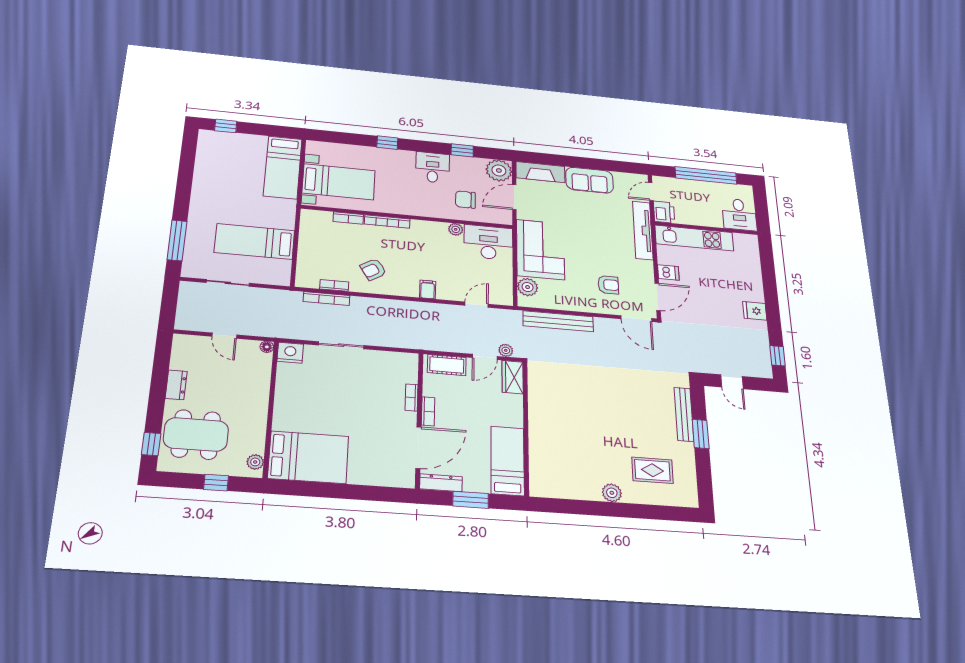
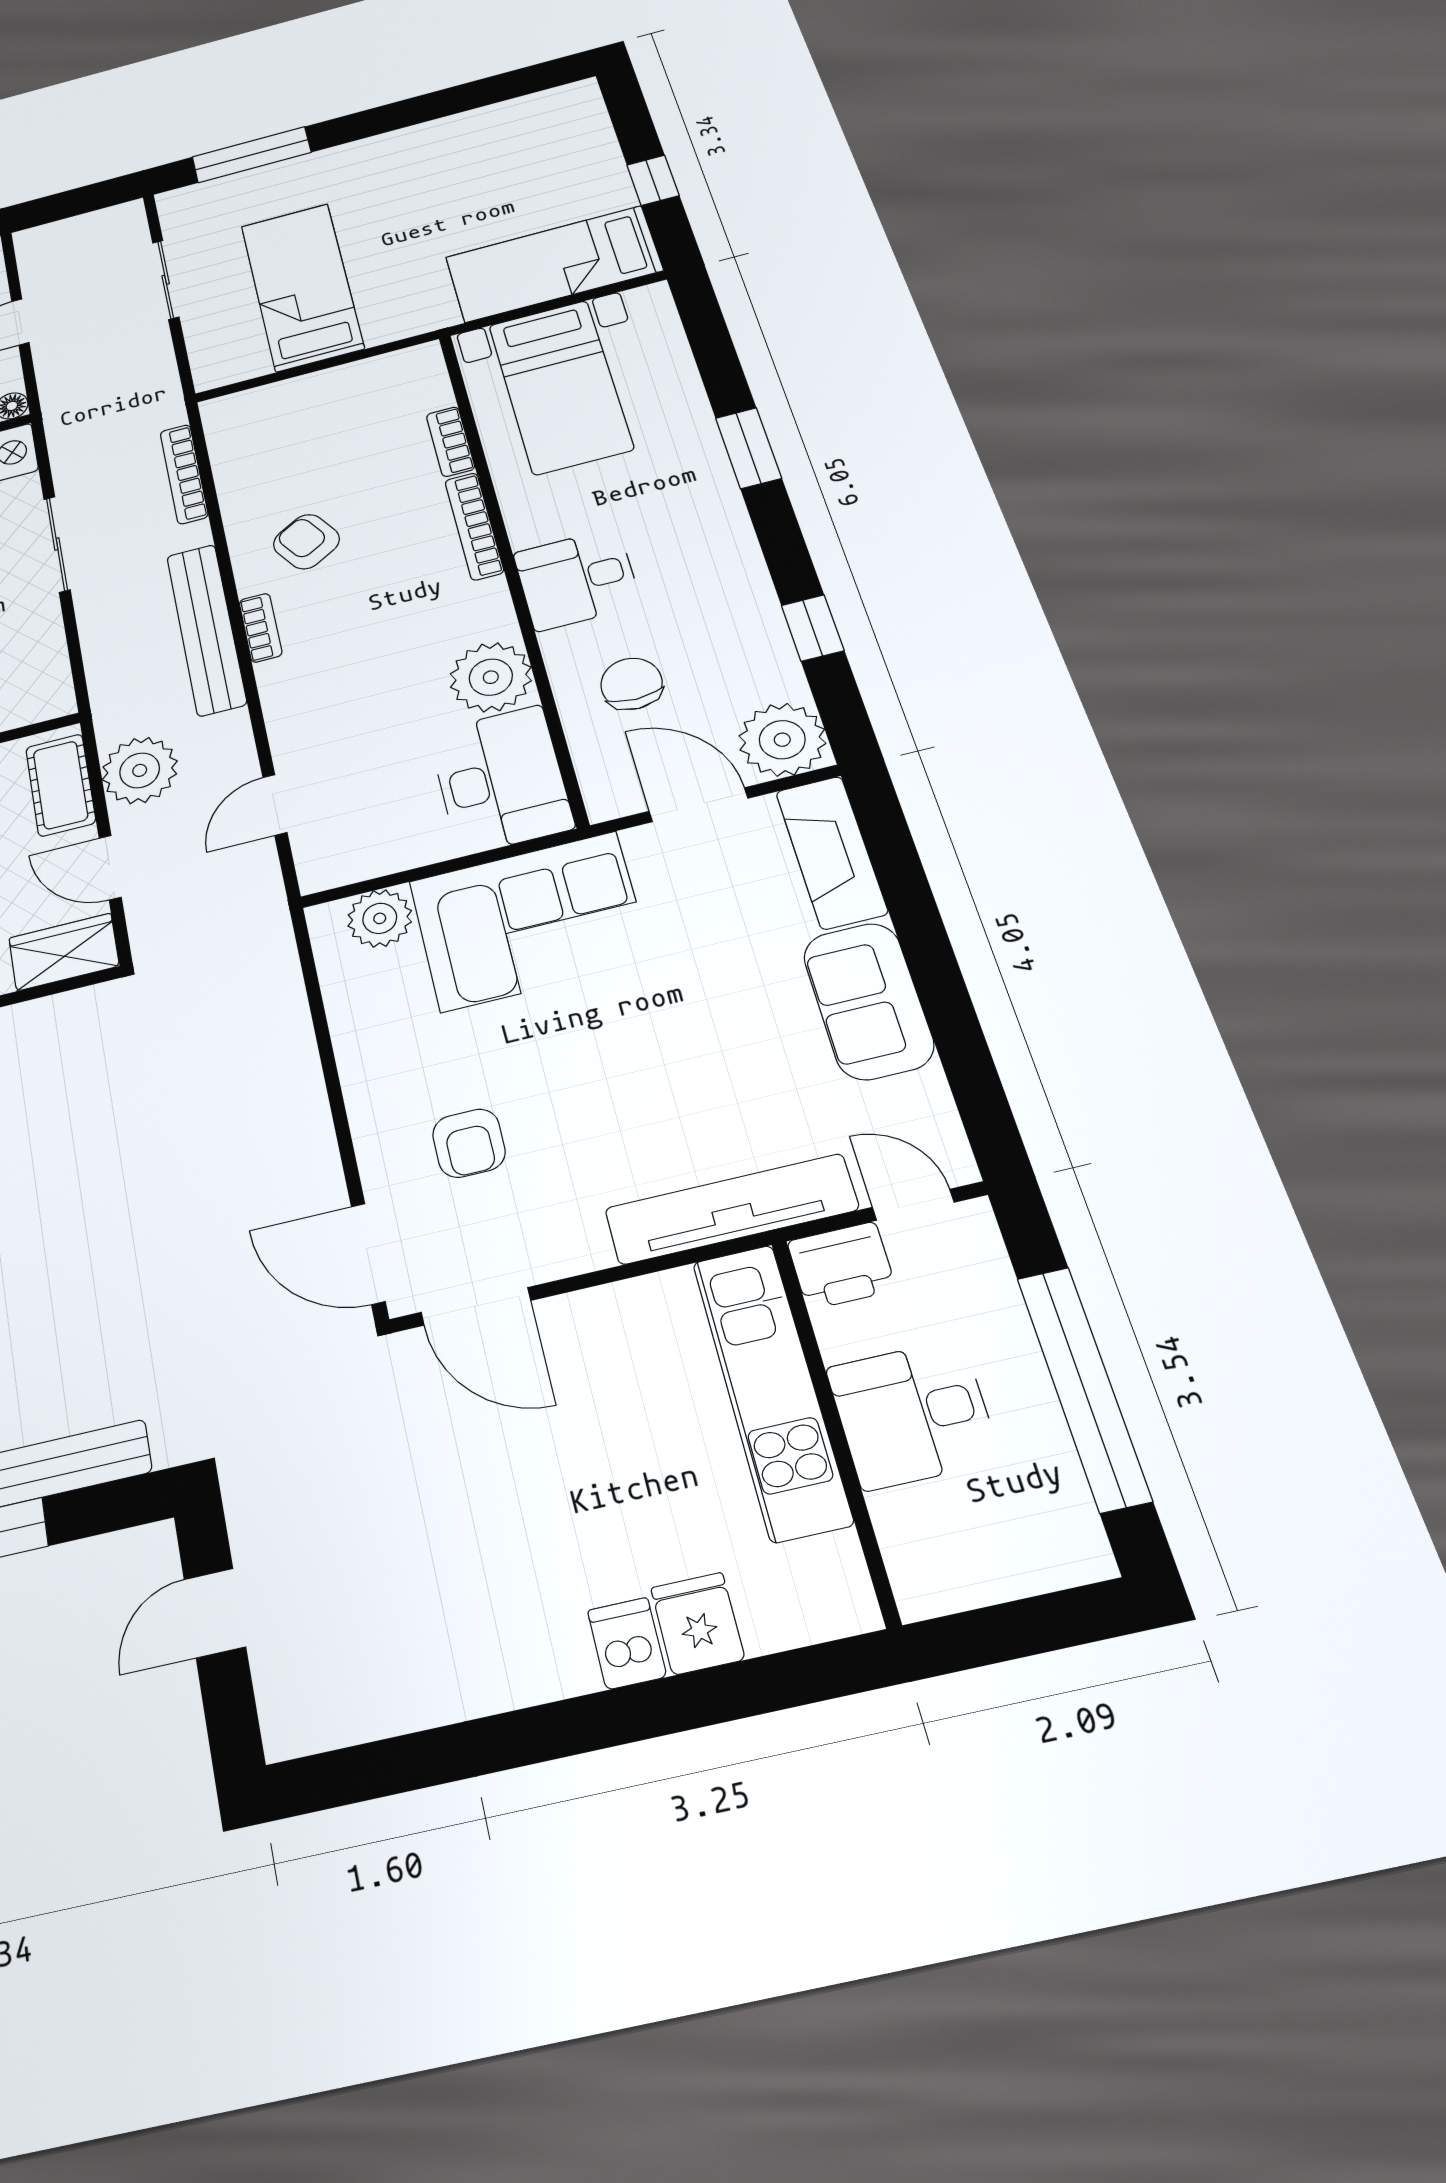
window: (226, 126) -> (653, 180), moved
window: (387, 143) -> (748, 448), width x1.50
desk: (433, 167) -> (577, 579), moved, turned 180
desk: (739, 214) -> (913, 1414), moved
plant: (456, 229) -> (491, 677), width x1.88, depth x1.88
dishwasher: (668, 272) -> (627, 1643), moved, turned 180
bookcase: (334, 285) -> (261, 628), moved
filing cabinet: (428, 289) -> (285, 677), removed
door: (477, 305) -> (275, 805), swing flipped
fridge: (755, 311) -> (698, 1623), moved
door: (636, 319) -> (368, 1254), hinge flipped
bench: (558, 321) -> (206, 629), moved
plant: (506, 350) -> (140, 770), moved, width x1.88, depth x1.88
window: (777, 356) -> (366, 1772), removed

